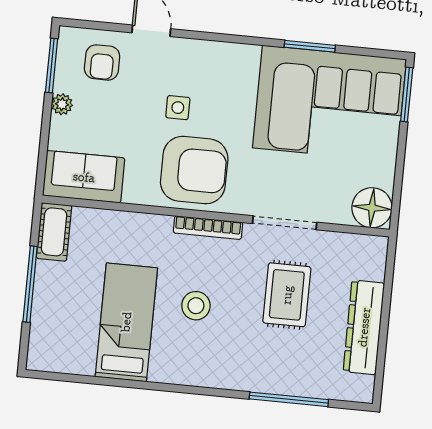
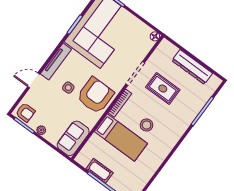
tv unit: (215, 53) -> (56, 61), added
armchair: (102, 62) -> (25, 112), moved
floor lamp: (372, 208) -> (155, 36), width x0.53, depth x0.53
cot: (54, 232) -> (100, 171), moved
bed: (126, 322) -> (121, 137), moved, turned 180

